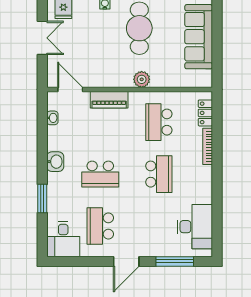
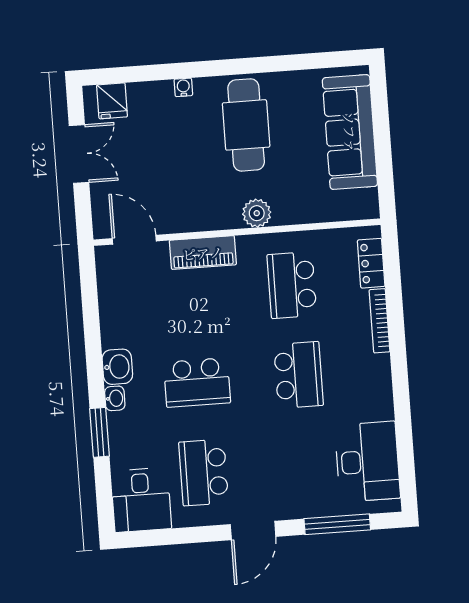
washbasin: (52, 118) -> (115, 398), moved

